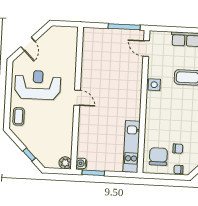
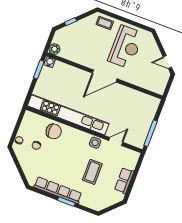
door: (28, 44) -> (167, 62), moved
door: (146, 48) -> (116, 141), moved
door: (77, 98) -> (105, 76), width x1.87
kitchen unit: (132, 147) -> (68, 115), width x1.86
chair: (158, 157) -> (54, 131), moved

